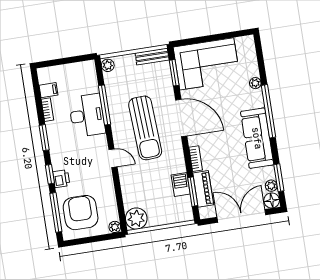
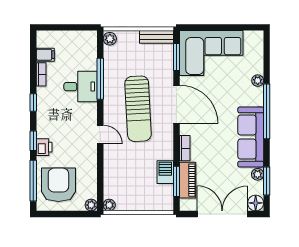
desk: (87, 115) -> (81, 87), width x0.73
window: (44, 138) -> (33, 103), width x0.67
plant: (271, 186) -> (258, 174), moved
plant: (136, 219) -> (109, 205), width x0.53, depth x0.53

